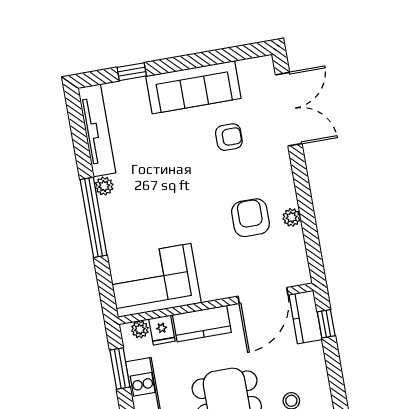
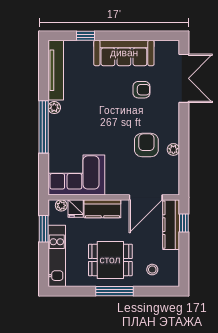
kitchen counter: (305, 317) -> (171, 225), width x1.50

